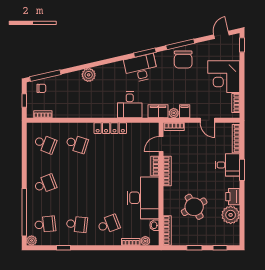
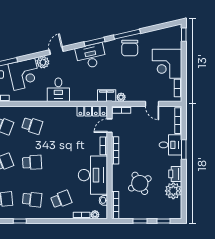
door: (221, 35) -> (56, 51), moved
corner desk: (68, 88) -> (24, 74), added
desk: (130, 105) -> (58, 90), moved
filing cabinet: (185, 111) -> (131, 96), removed
locker: (110, 128) -> (92, 111), moved
school desk: (77, 184) -> (32, 162), added

